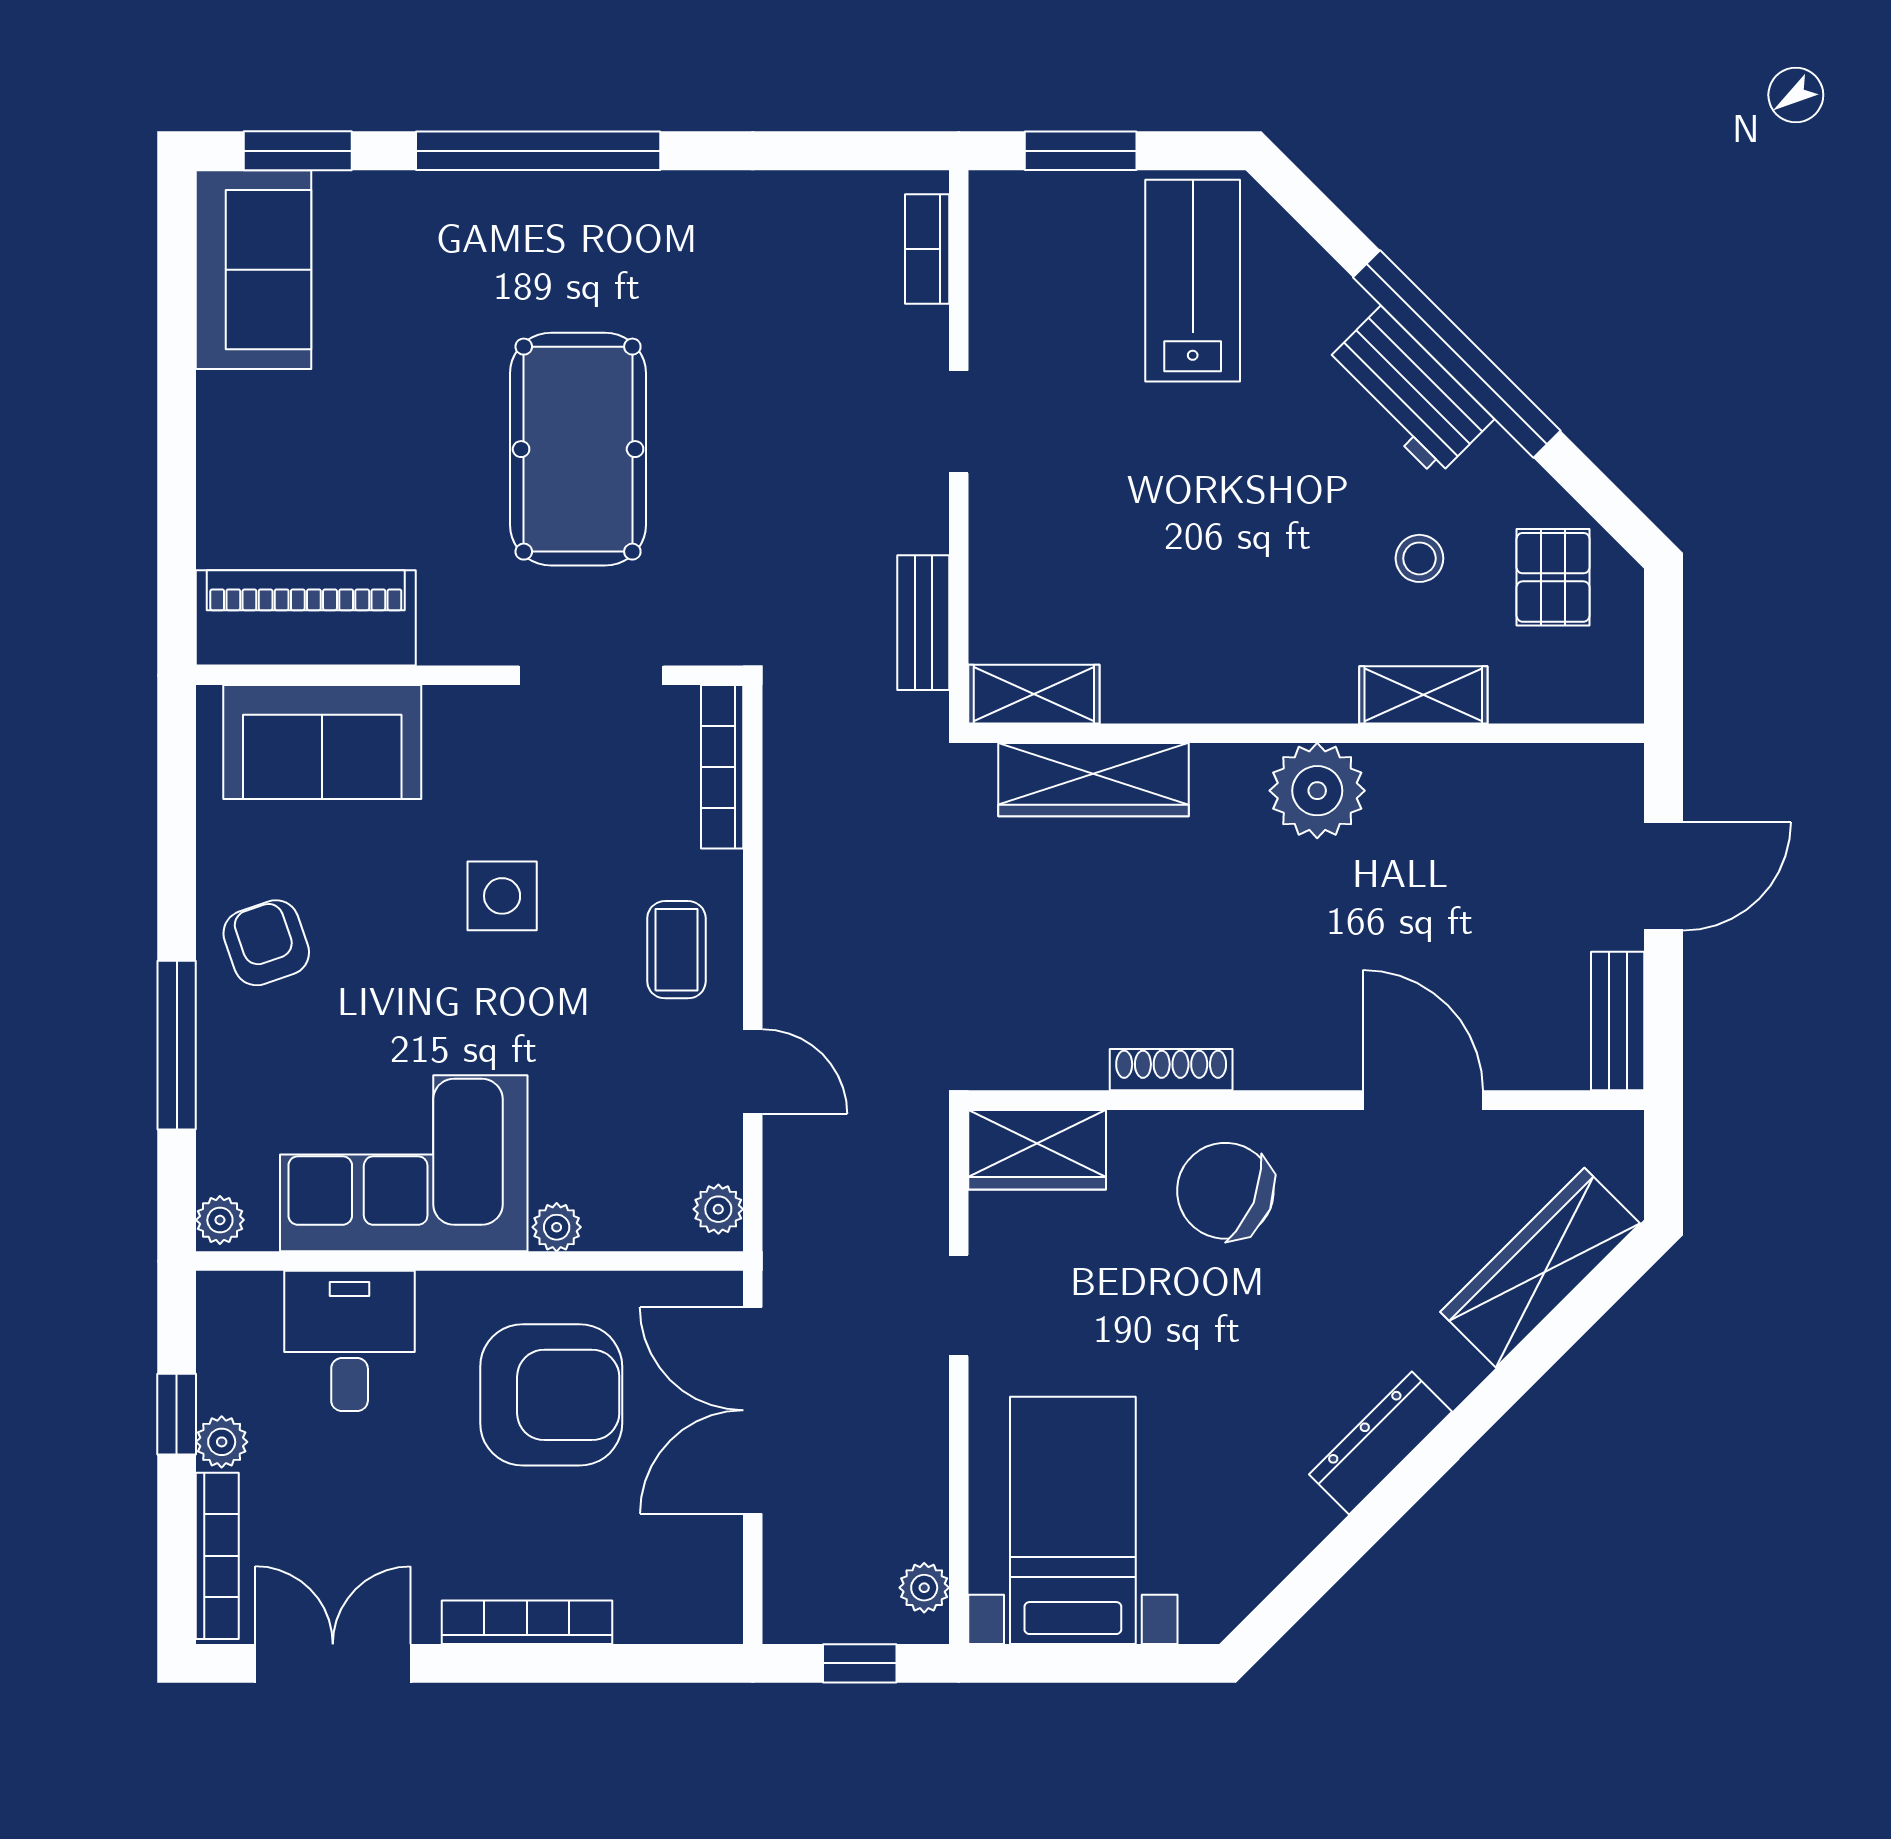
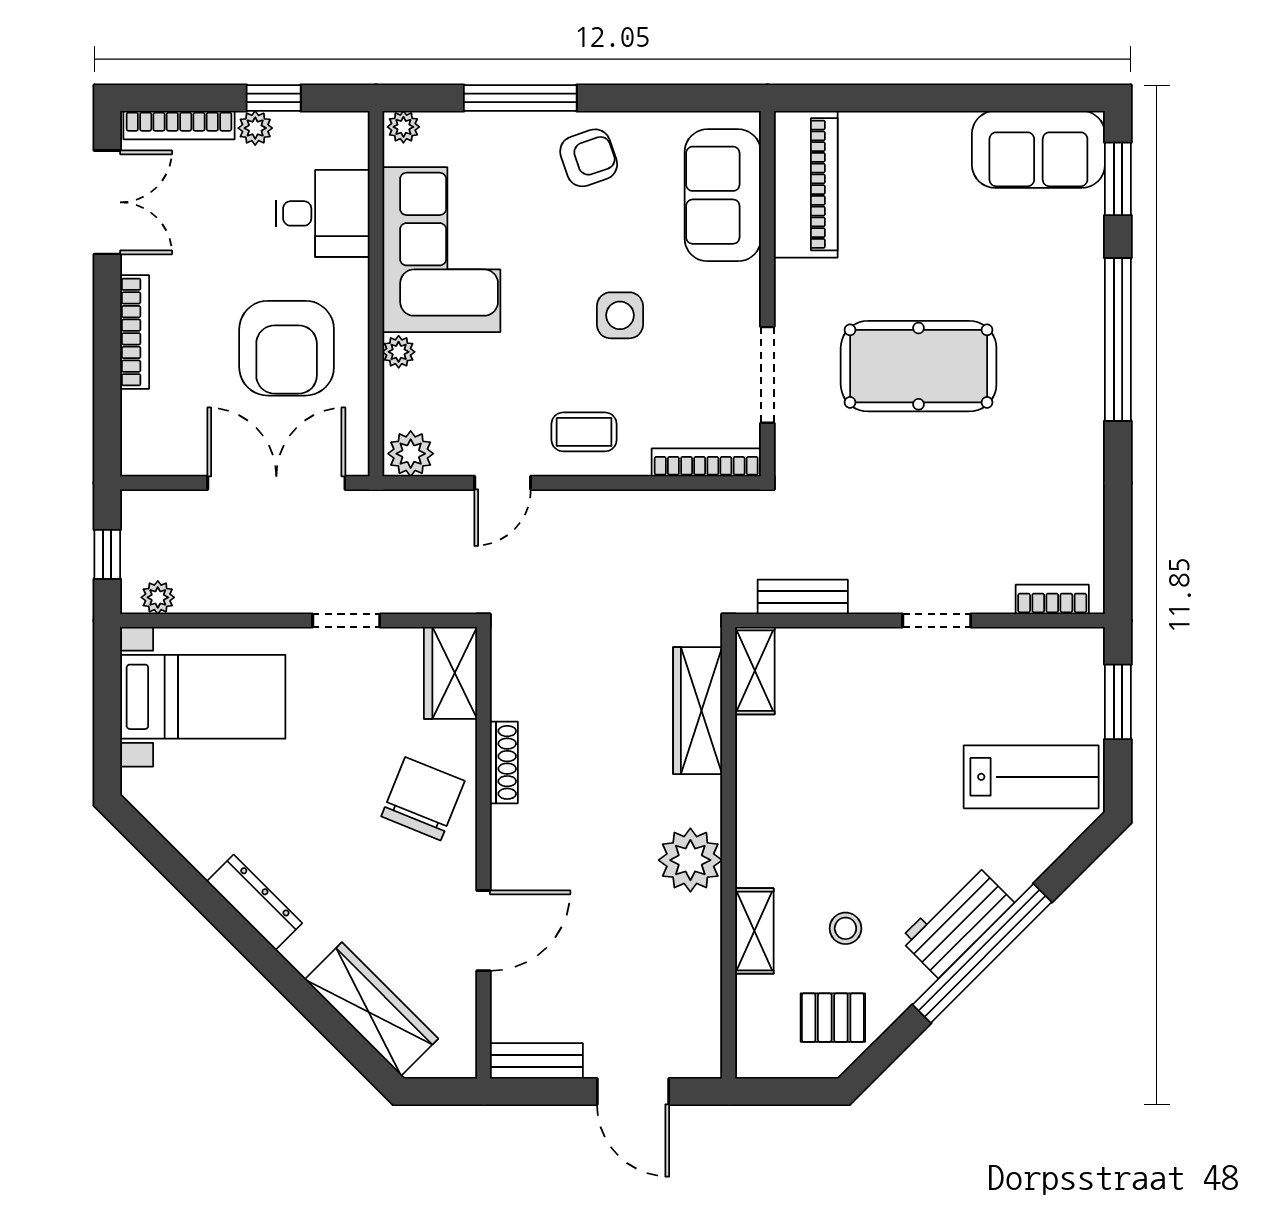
plant: (718, 1209) -> (411, 454), width x1.38, depth x1.38

